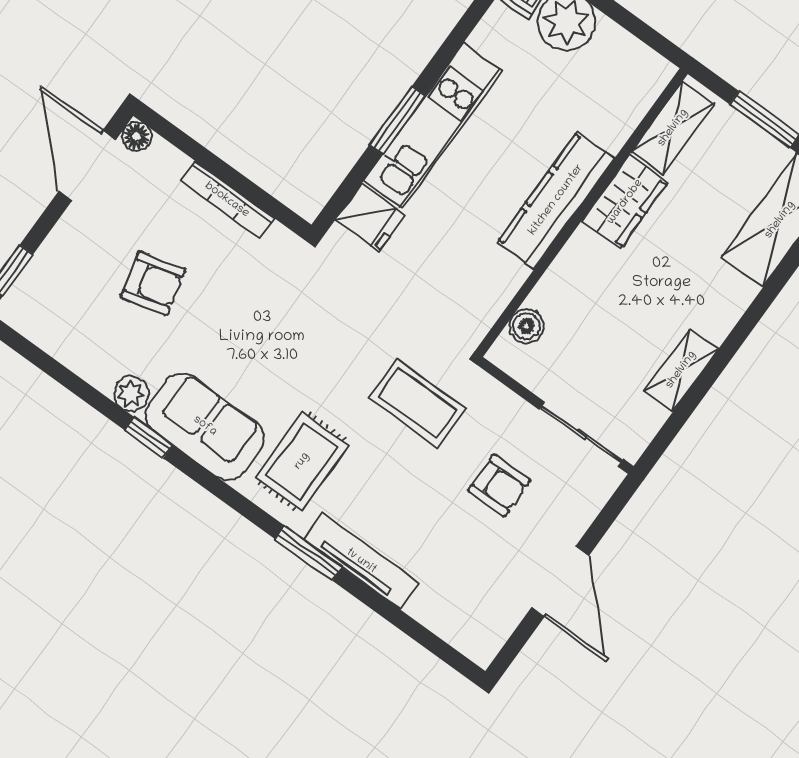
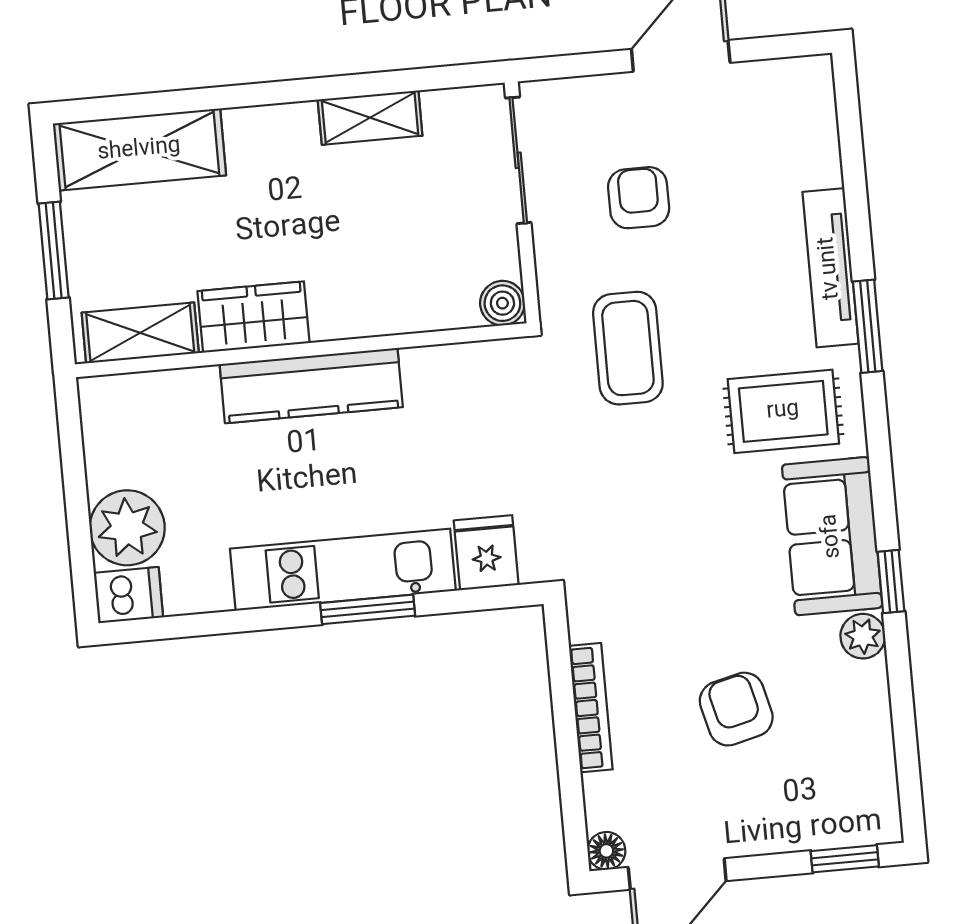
boiler: (526, 326) -> (502, 303), moved

